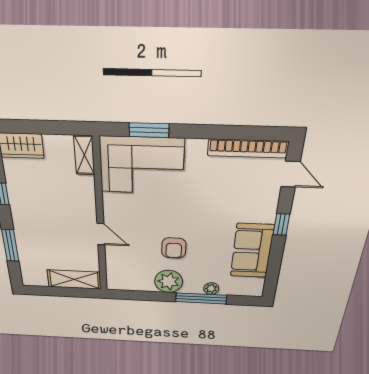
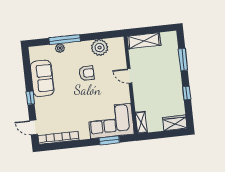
armchair: (174, 248) -> (87, 73), turned 90
plant: (169, 281) -> (100, 48), moved

